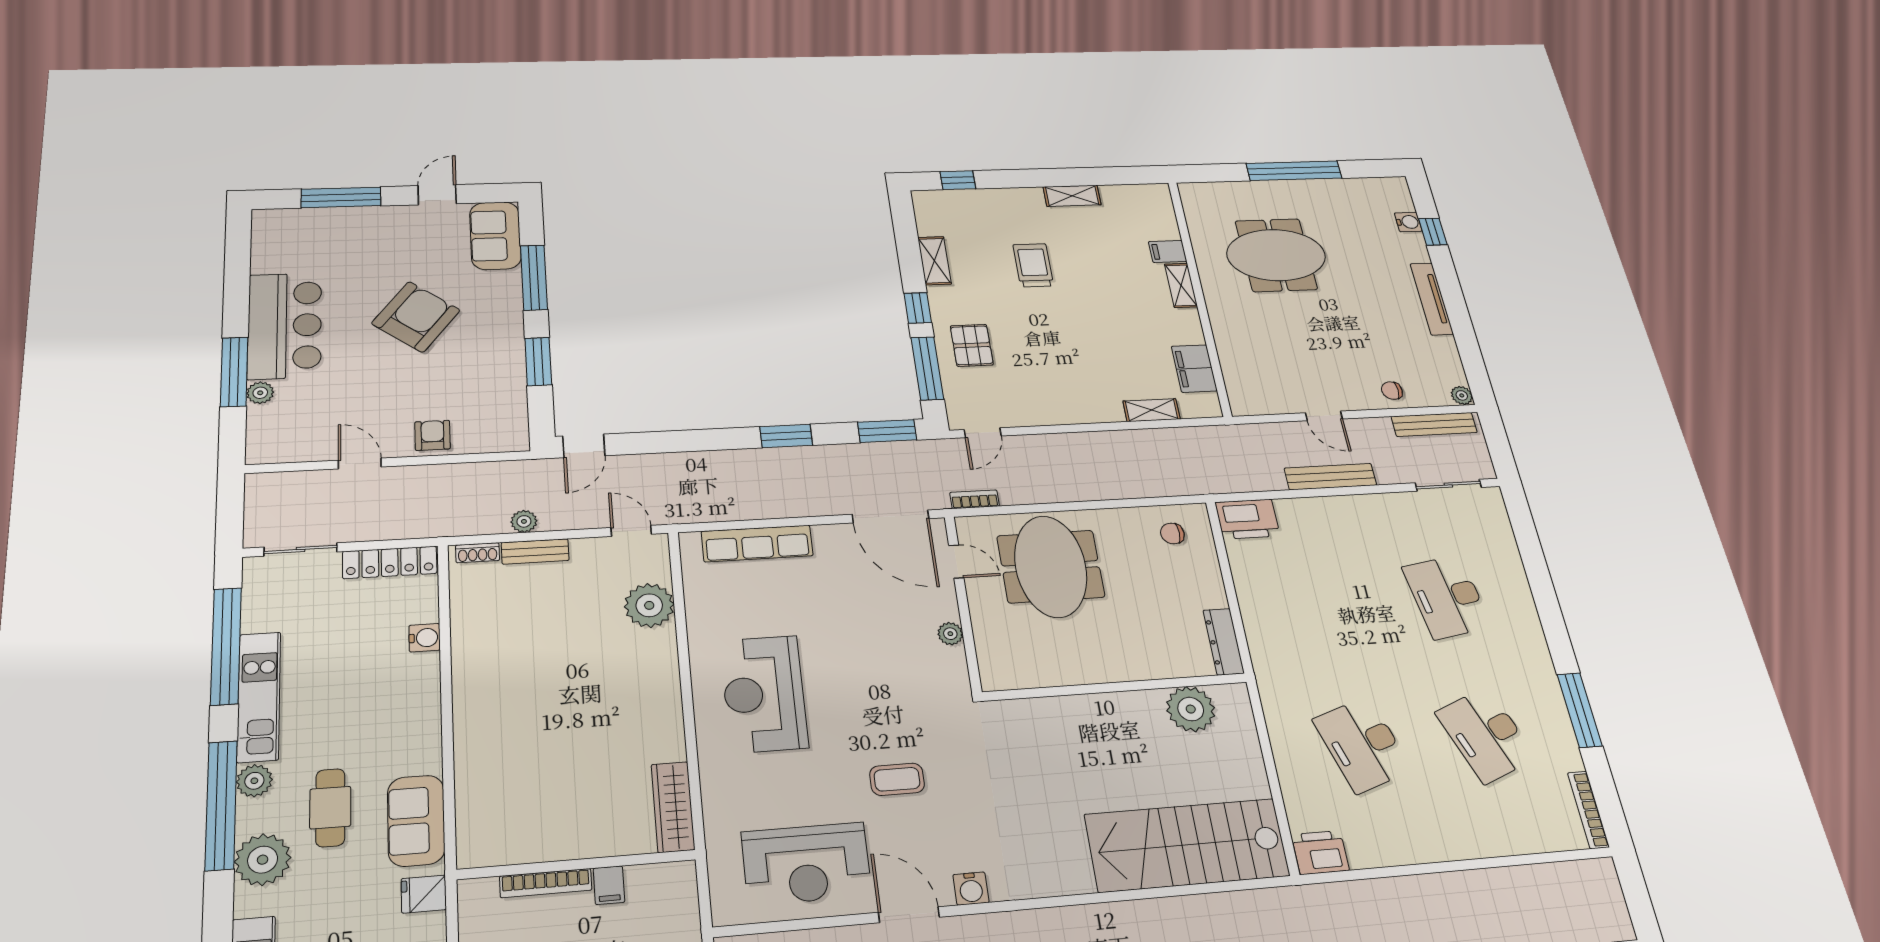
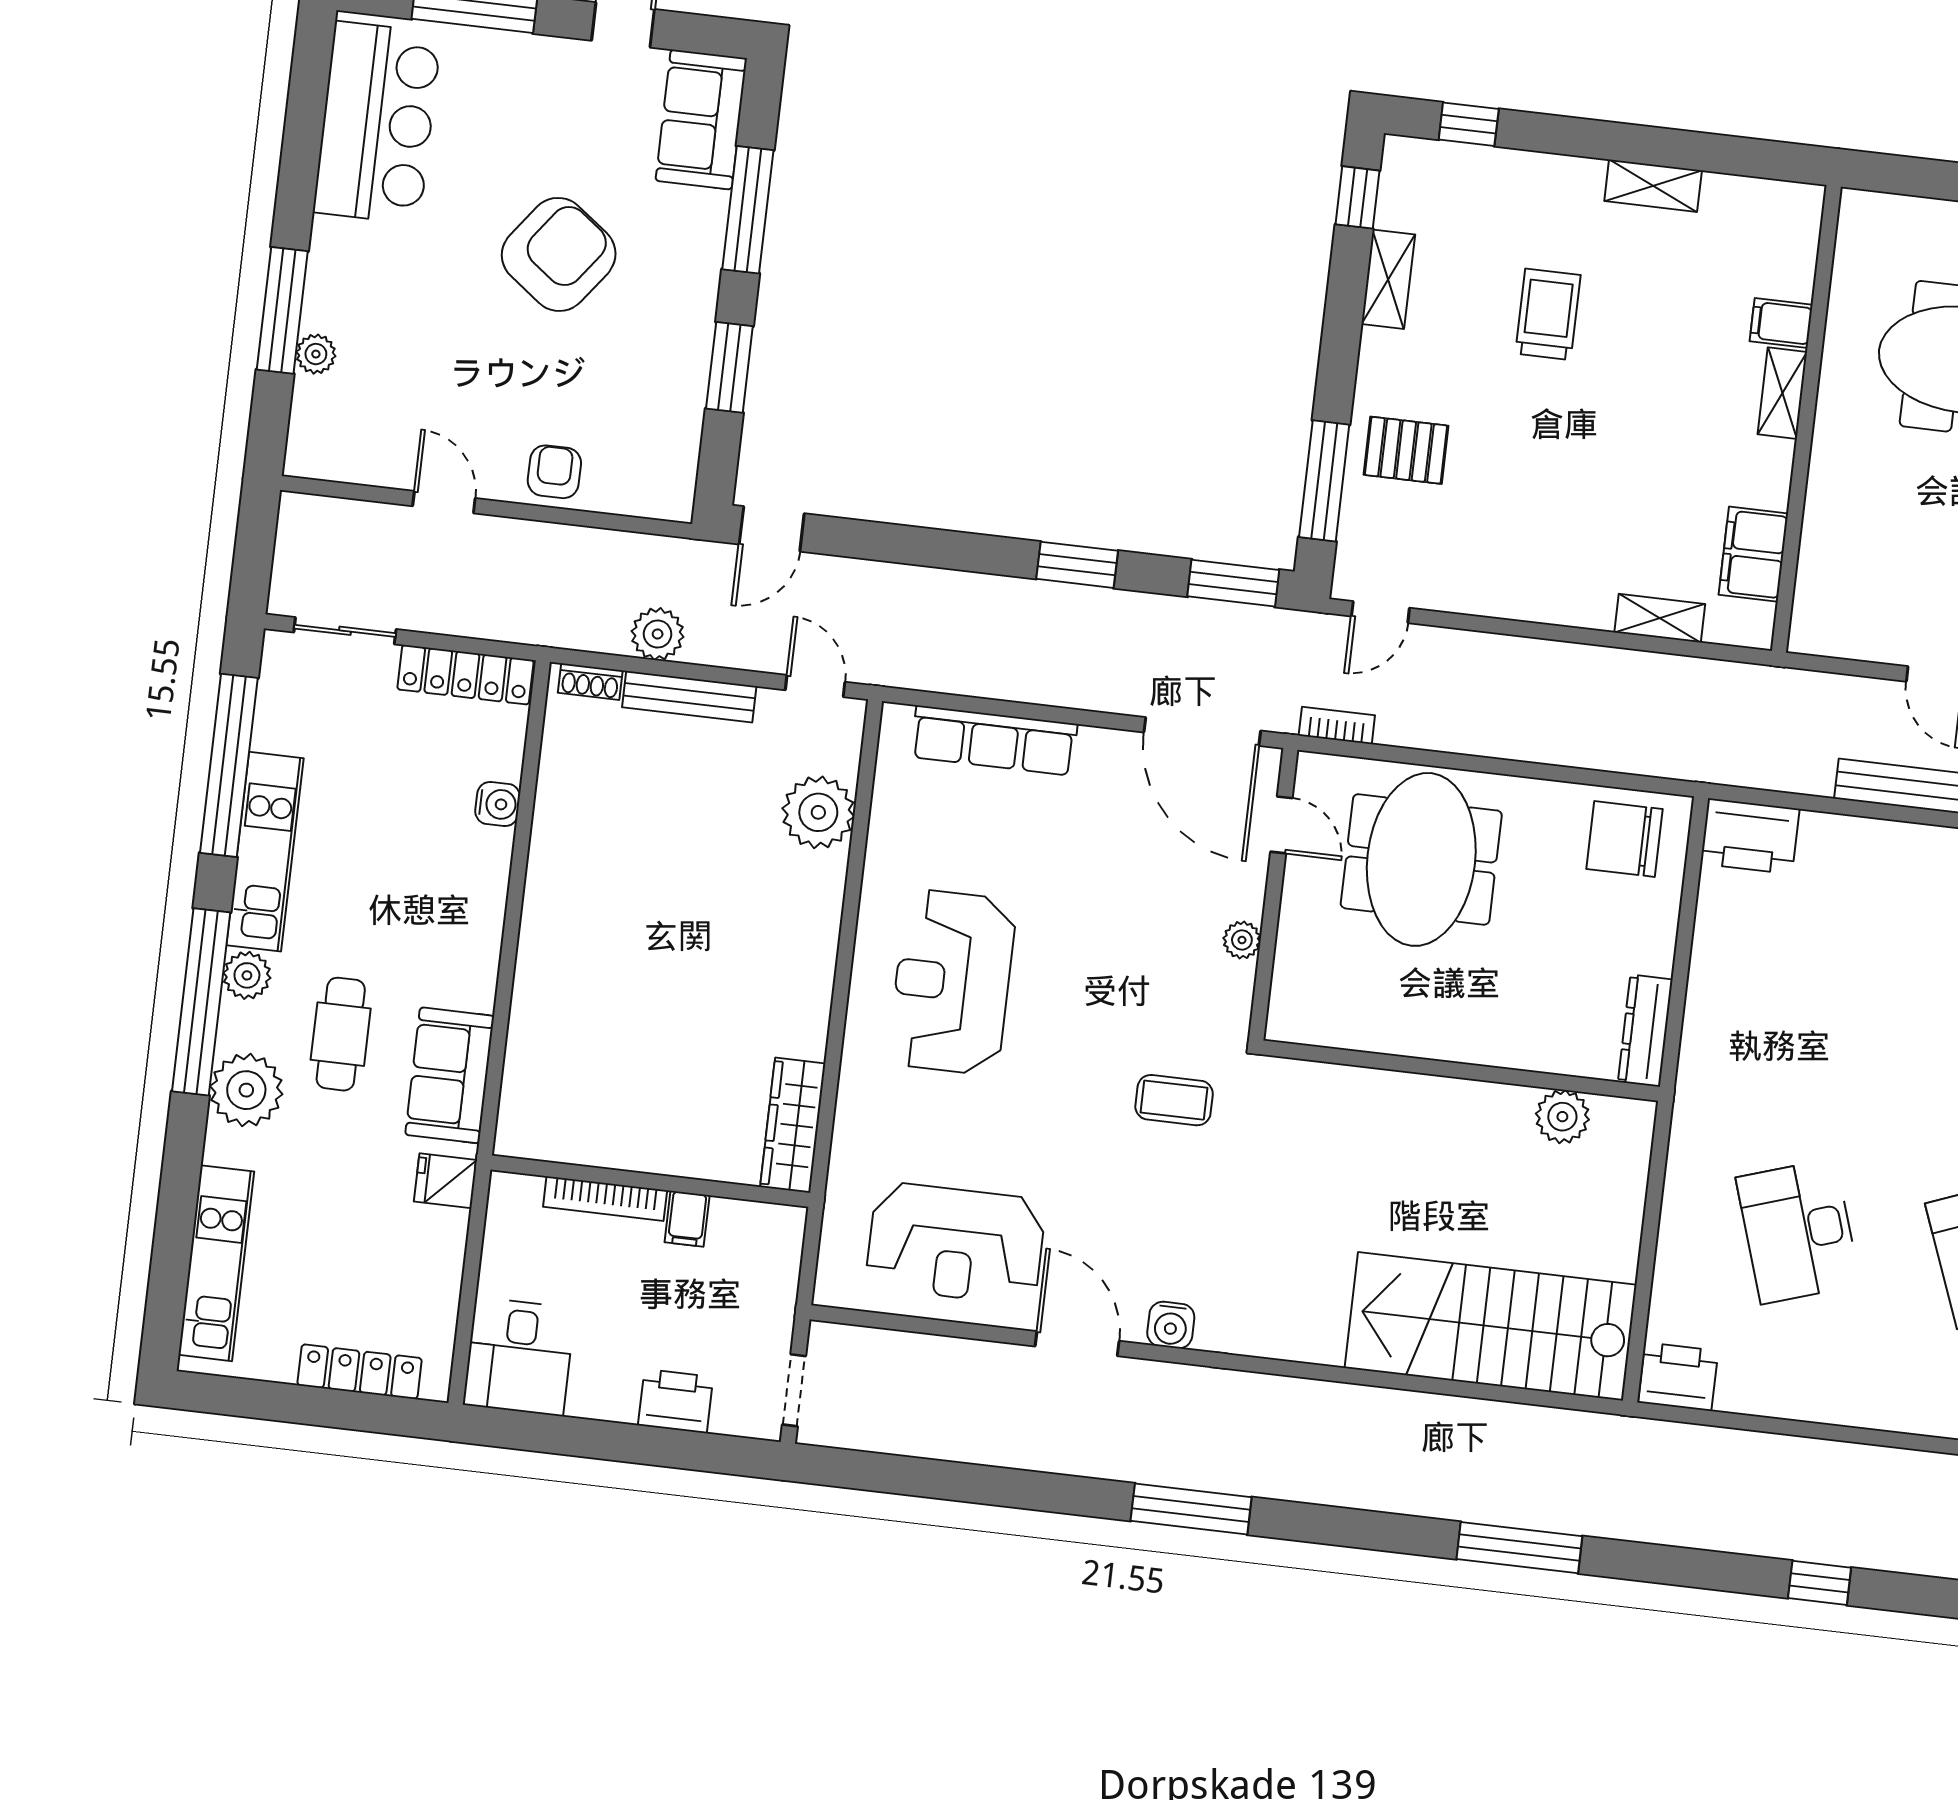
window: (918, 308) -> (1357, 197), moved
bar counter: (285, 326) -> (377, 123), moved
pallet: (972, 345) -> (1406, 450), turned 90
plant: (524, 521) -> (658, 634), width x1.38, depth x1.38
chair: (1172, 533) -> (1624, 839), width x1.87, depth x1.87
bench: (535, 551) -> (689, 697), width x1.36
plant: (1191, 709) -> (1562, 1117), width x0.73, depth x0.73
coffee table: (897, 779) -> (1174, 1100), moved

